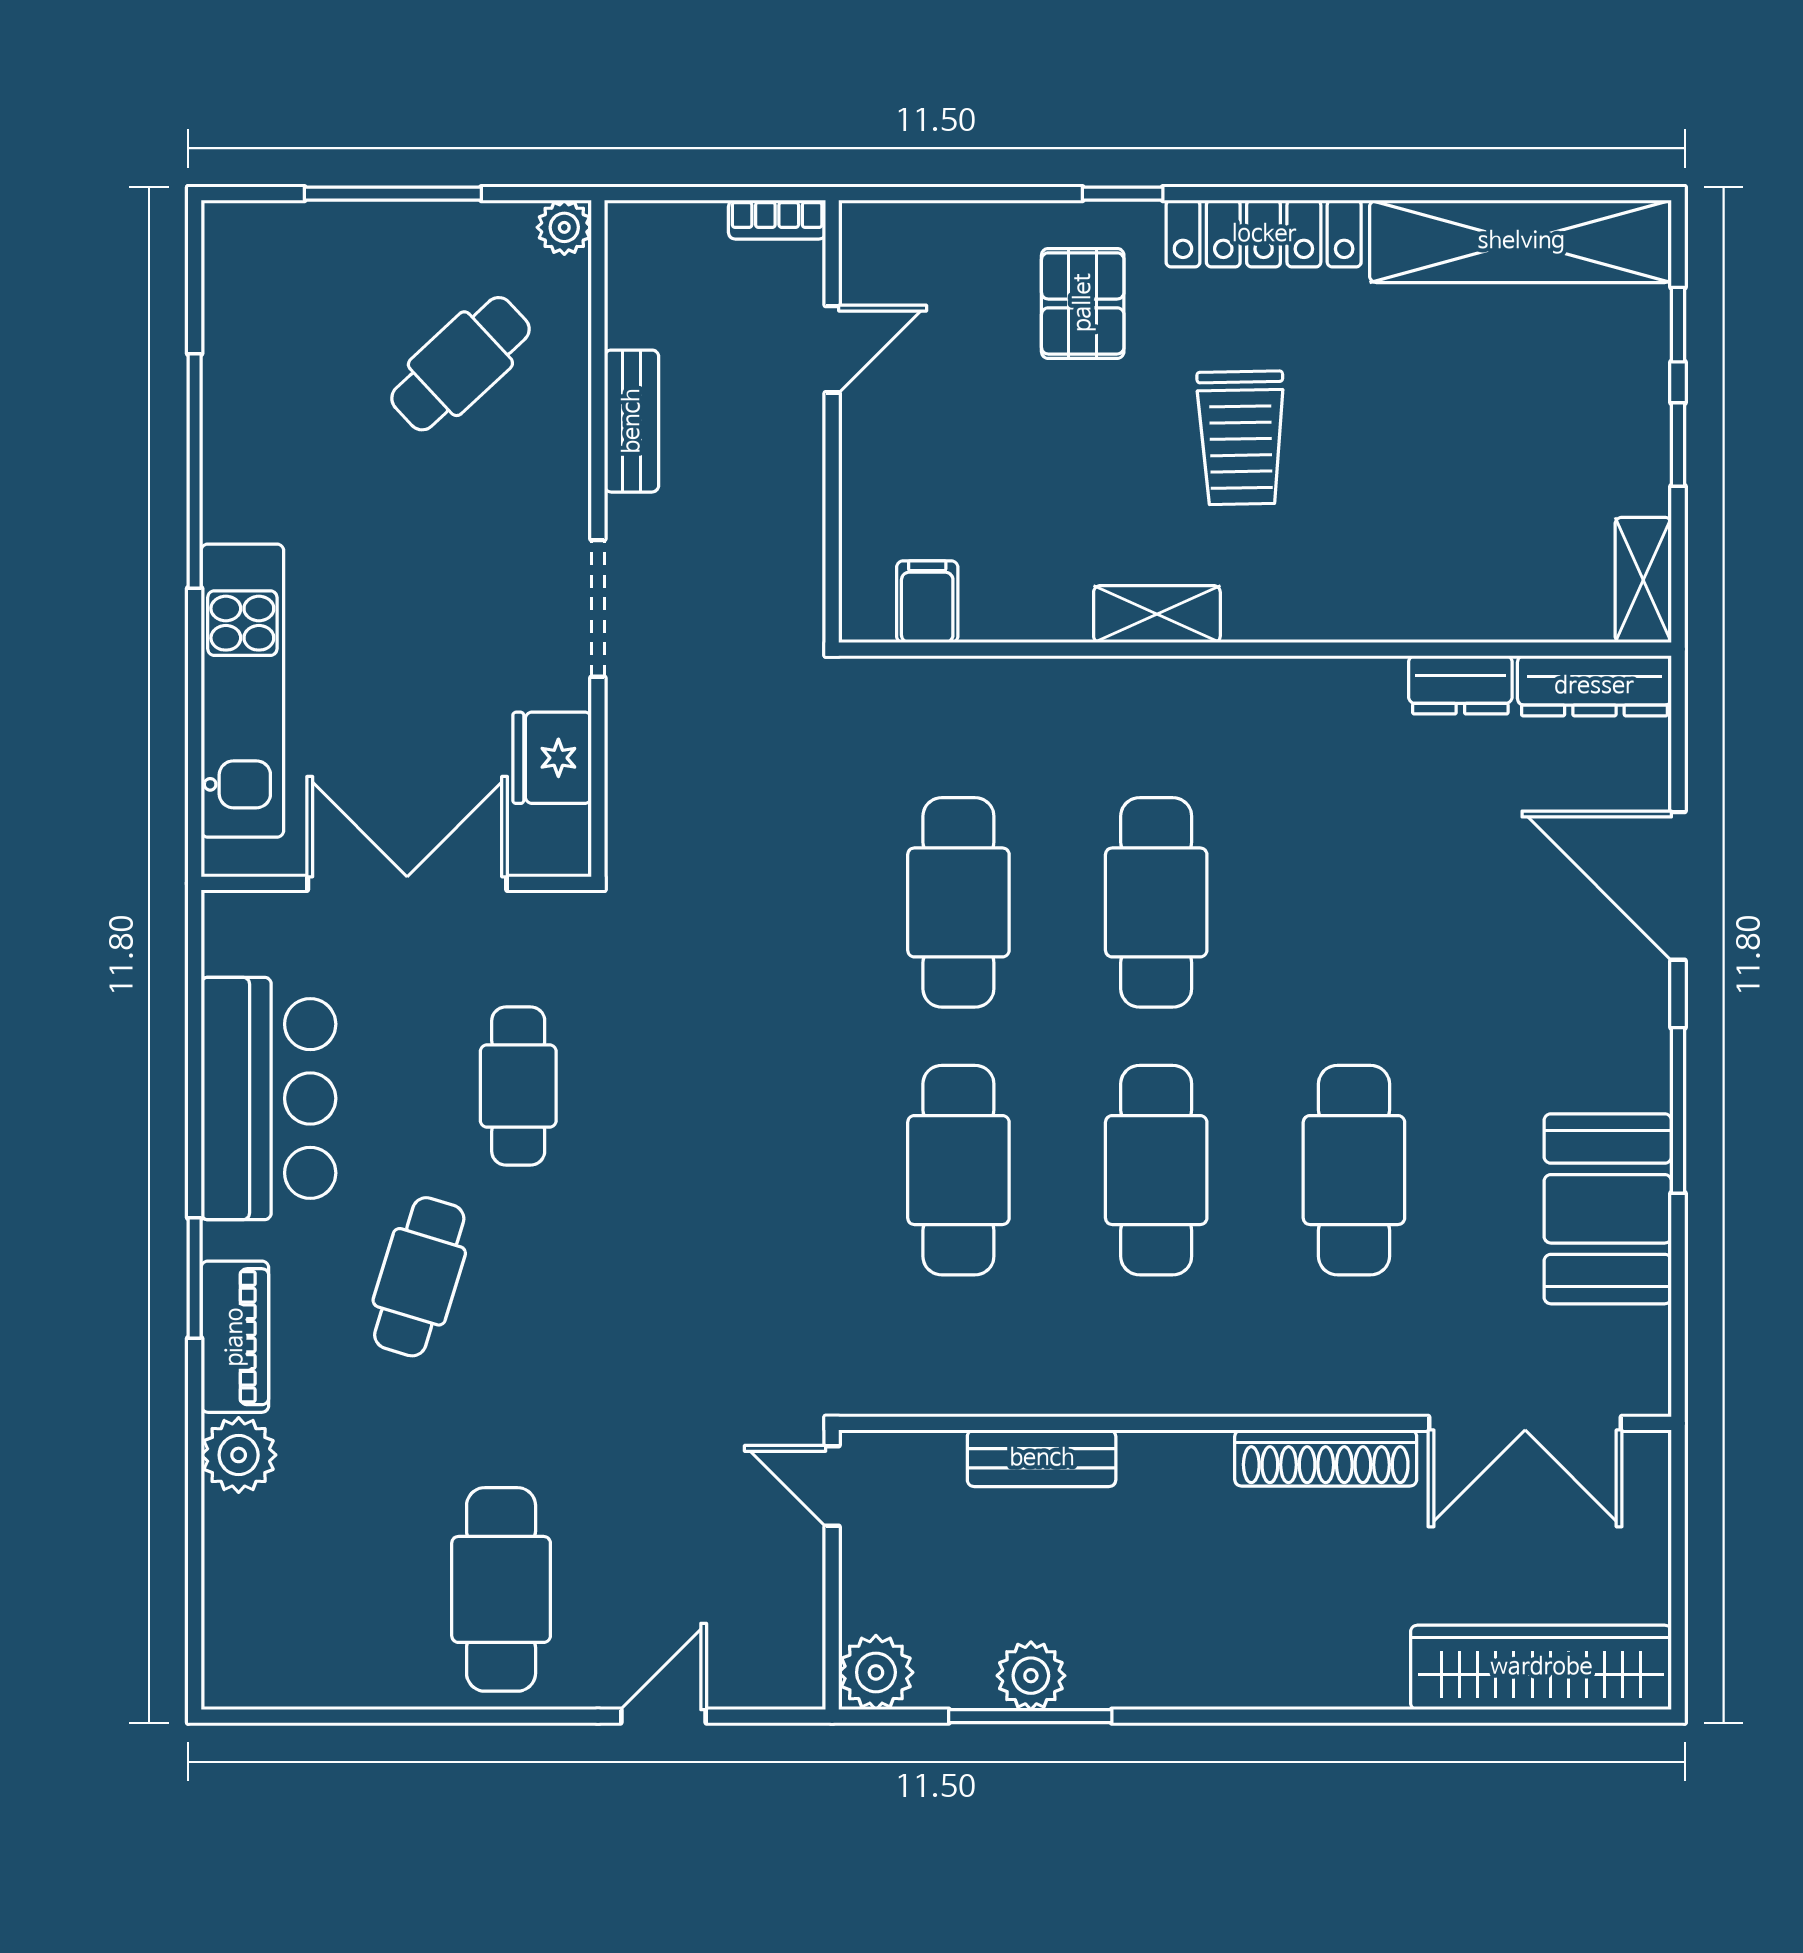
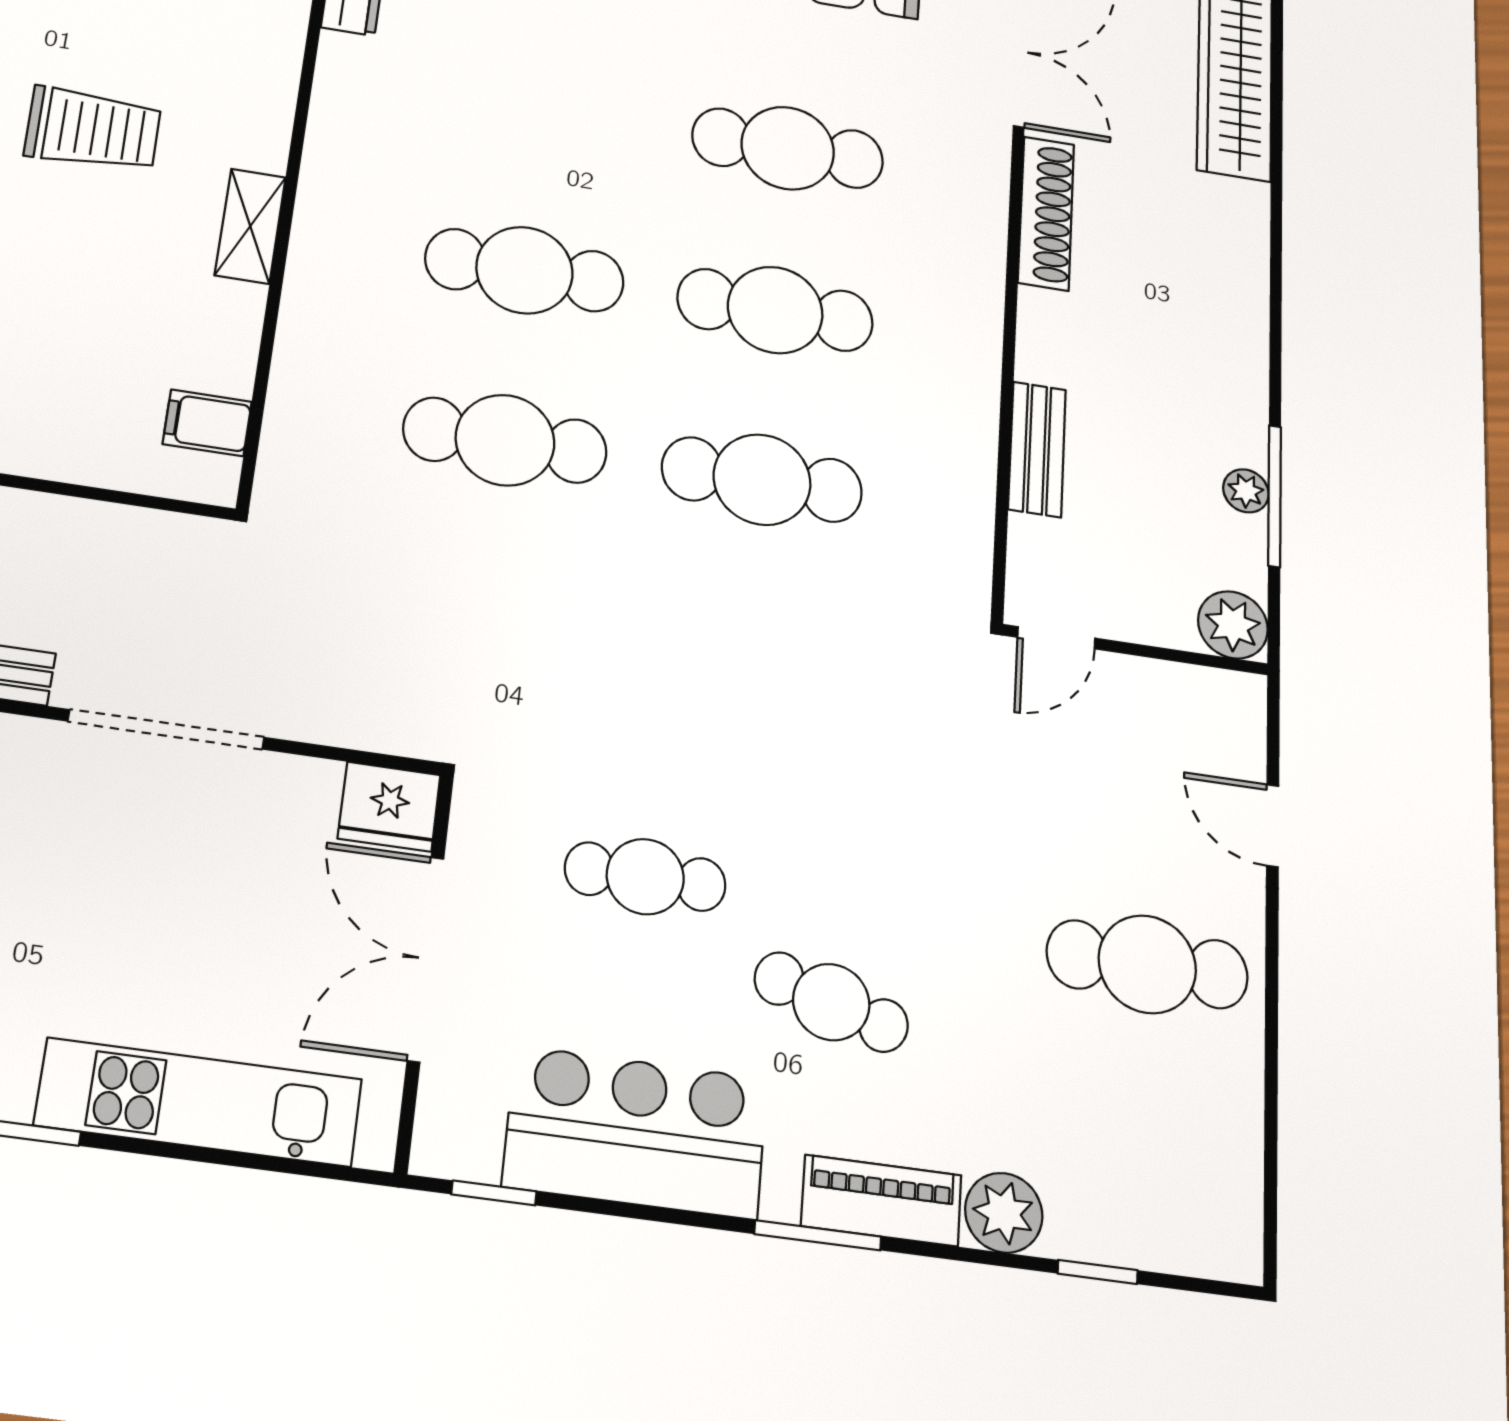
doorway: (598, 608) -> (166, 729), width x1.36
fridge: (552, 758) -> (389, 807), moved
window: (195, 971) -> (494, 1193), added
window: (195, 1548) -> (1098, 1272), added
plant: (1031, 1676) -> (1246, 491), width x0.73, depth x0.73

